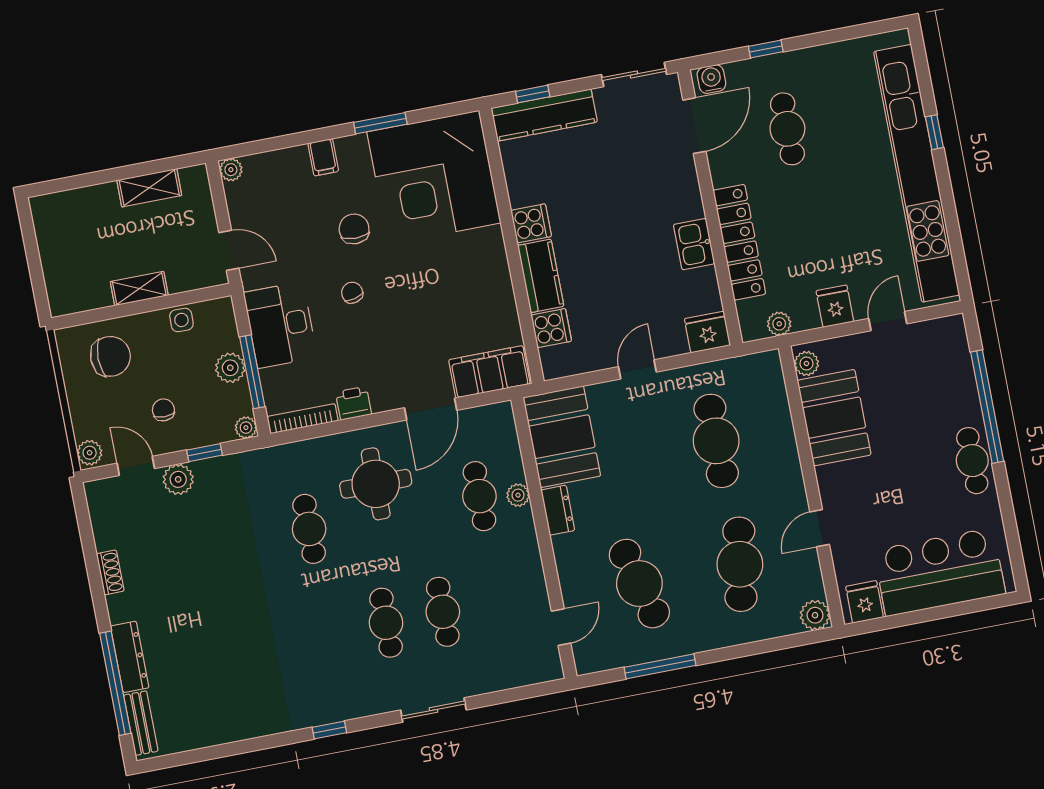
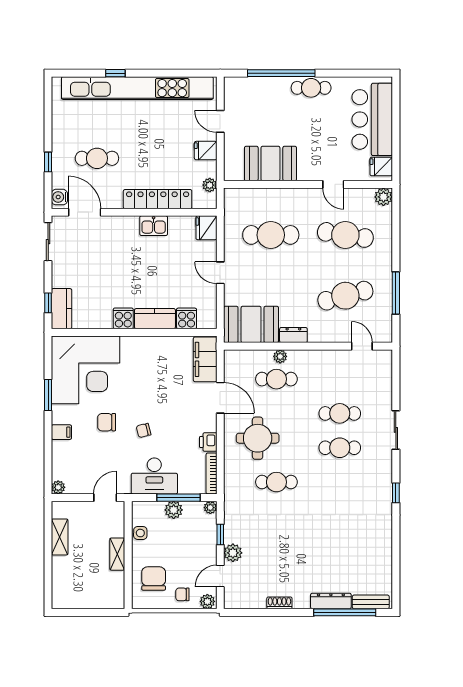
kitchen counter: (544, 115) -> (62, 309), width x0.67
plant: (806, 363) -> (236, 174), removed
chair: (163, 410) -> (182, 594), moved

